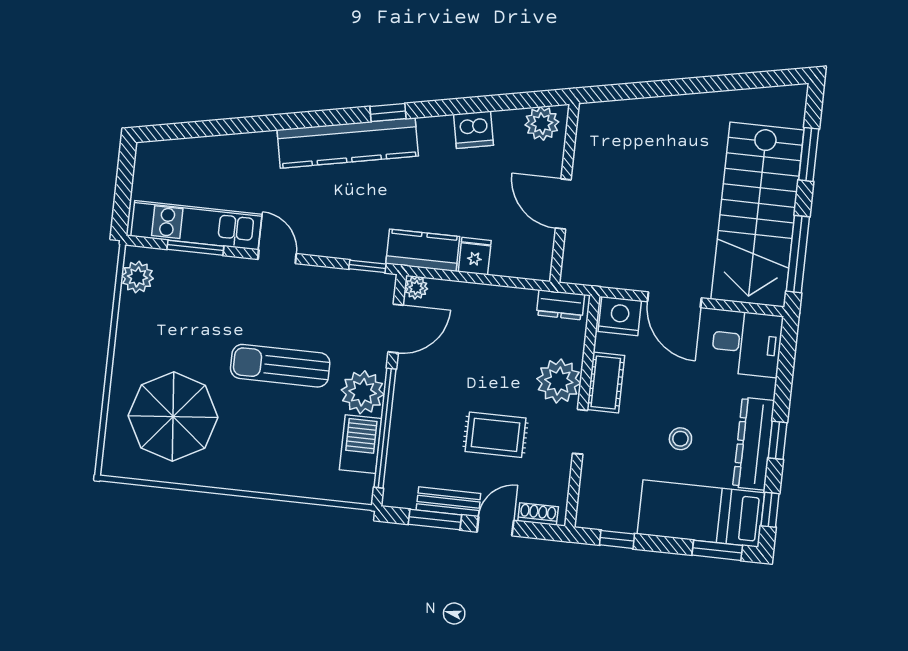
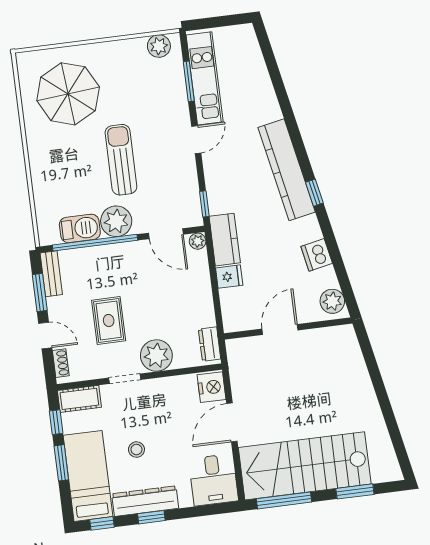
cot: (606, 383) -> (79, 399), moved
bench: (448, 502) -> (51, 274), moved
window: (717, 550) -> (61, 463), moved

